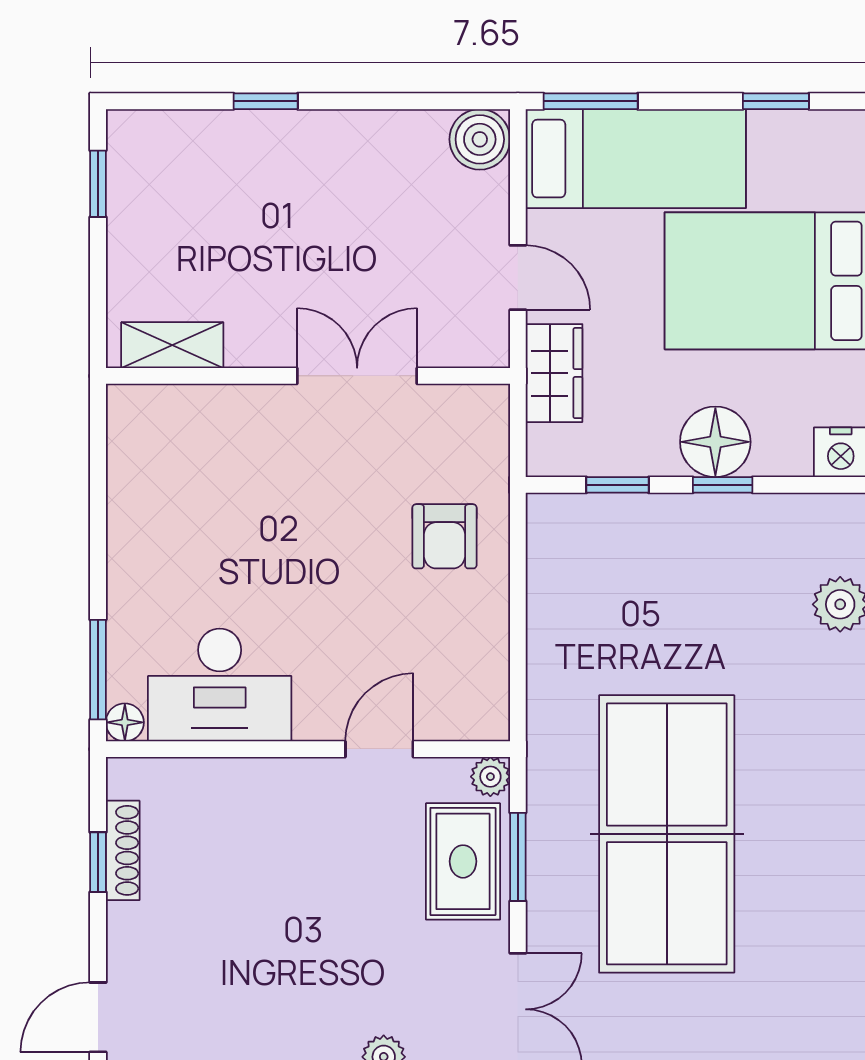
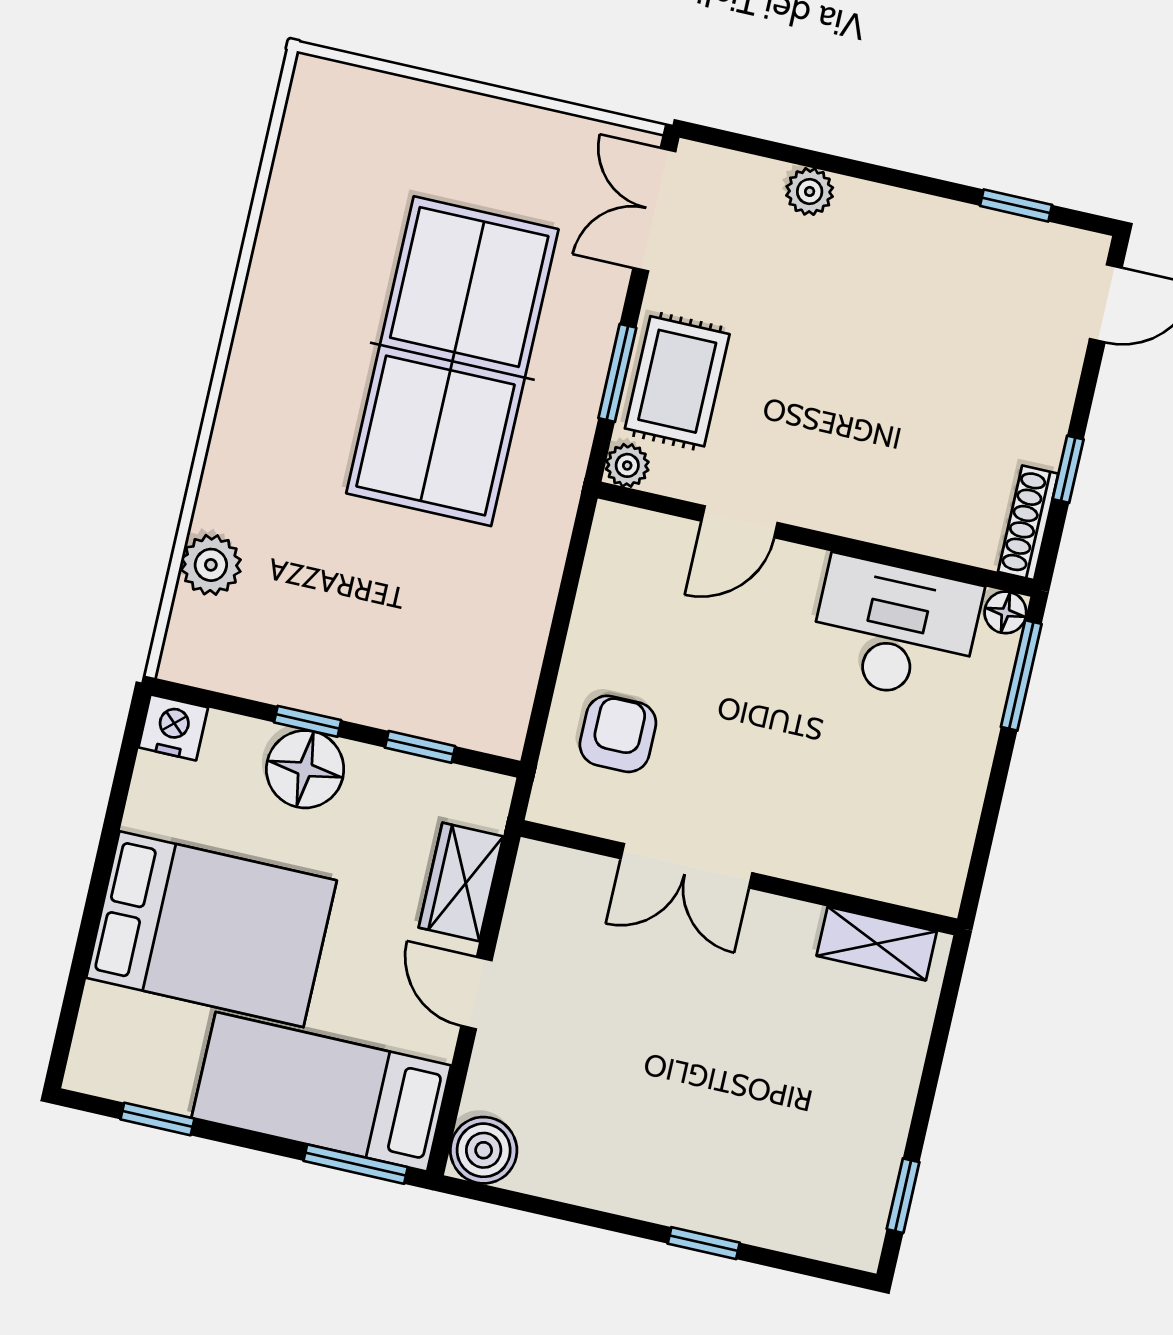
shelving: (172, 345) -> (877, 944), moved
wall: (308, 376) -> (739, 878), moved
double door: (357, 376) -> (686, 866), moved
shoe rack: (123, 850) -> (1028, 523), moved

